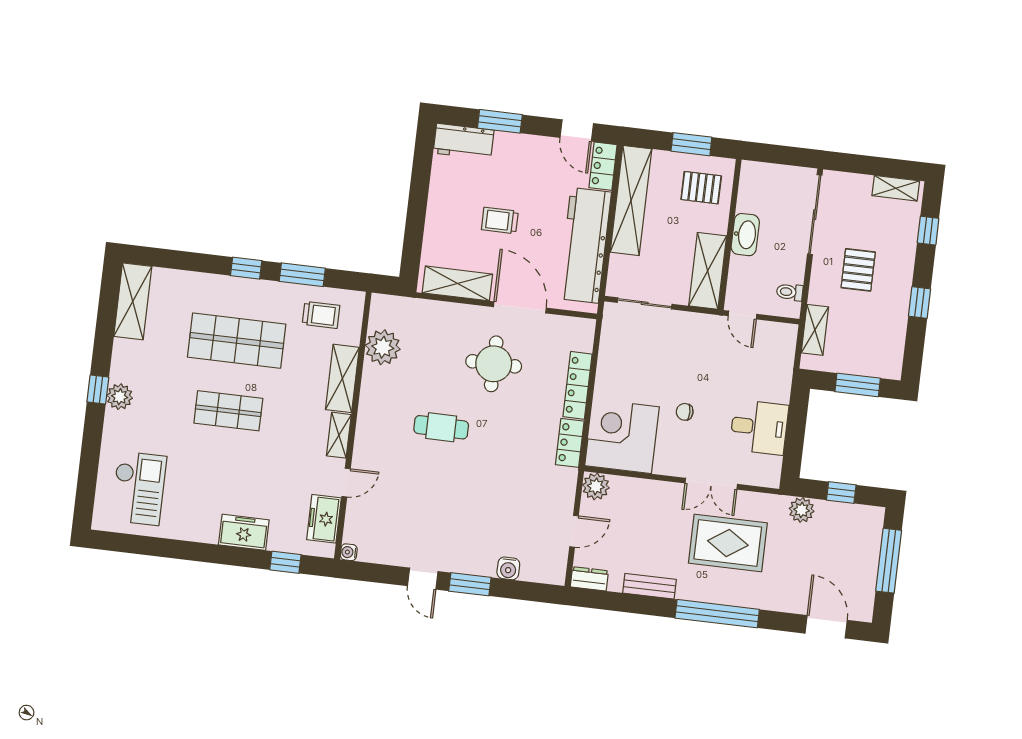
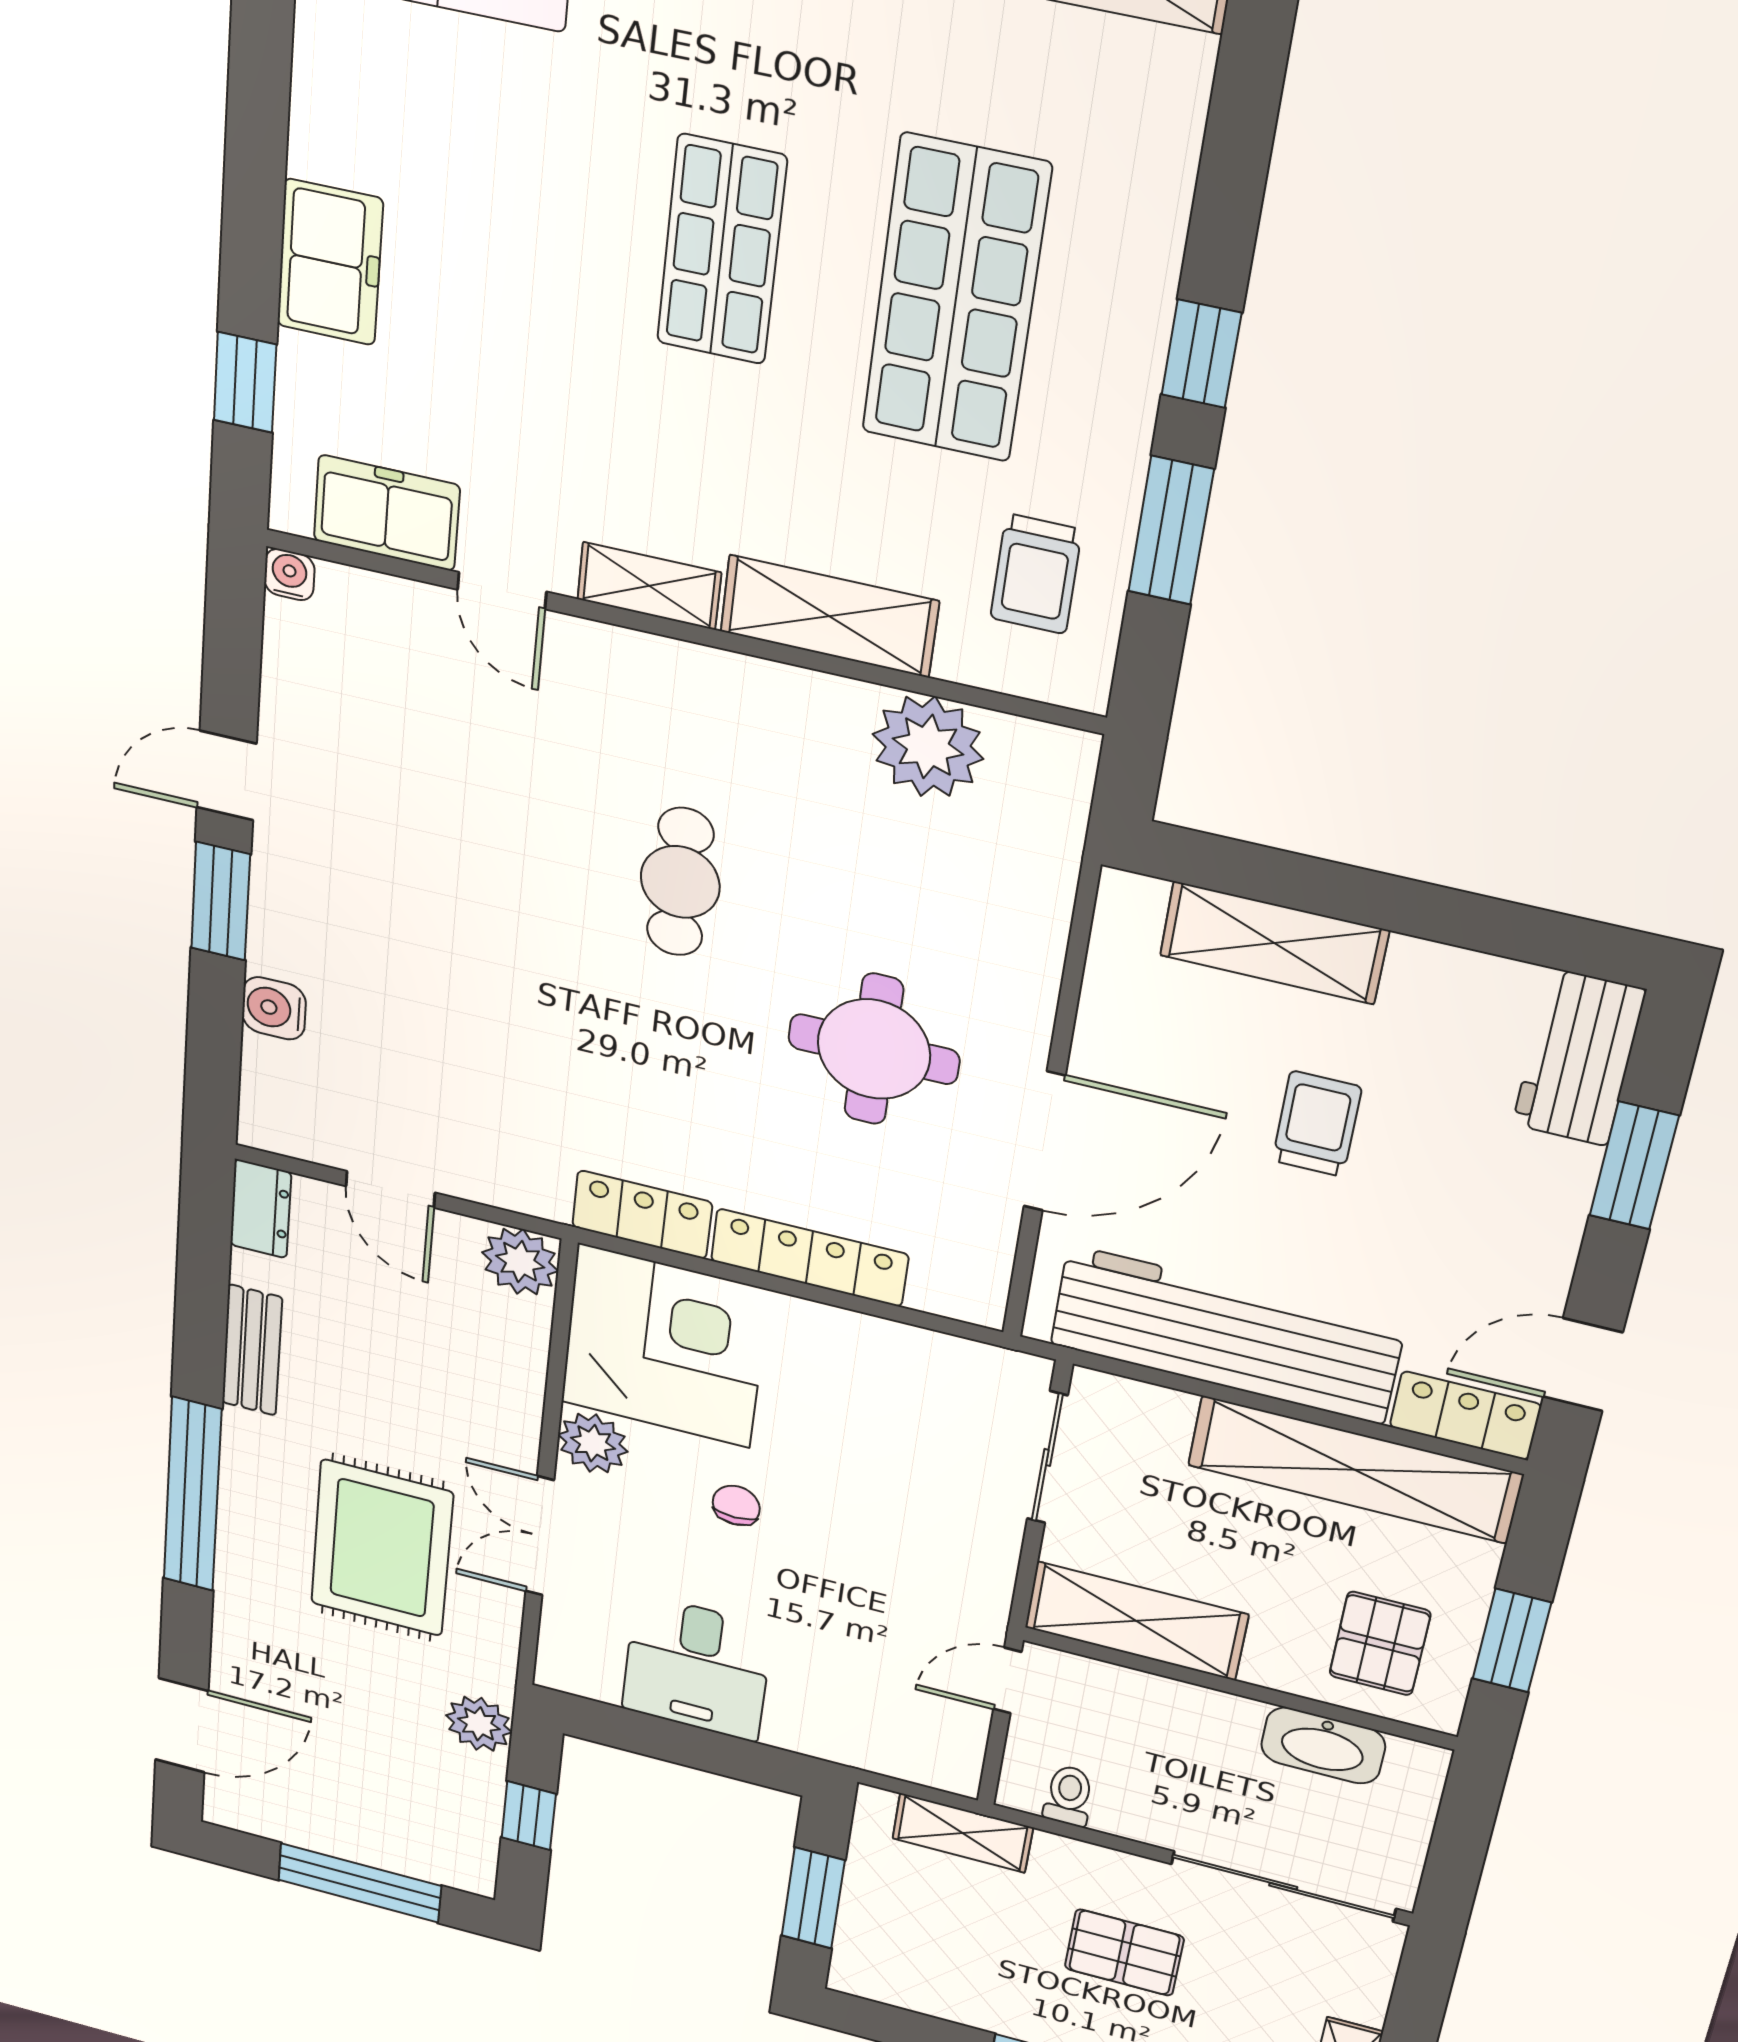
washbasin: (745, 235) -> (1323, 1746), moved
shelving: (457, 283) -> (1274, 943), moved, turned 90
plant: (667, 463) -> (593, 1443), added

